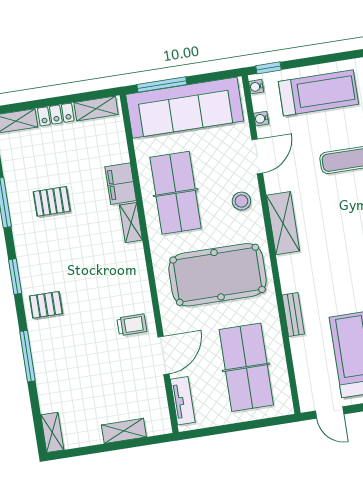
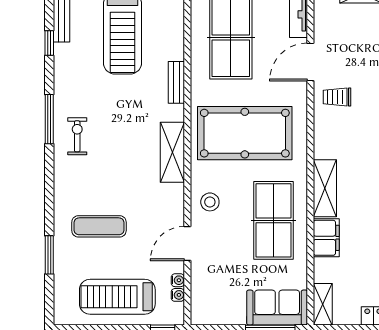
water cooler: (256, 87) -> (178, 295), moved
shelving: (96, 108) -> (323, 304), moved, turned 90
sofa: (185, 108) -> (277, 307), width x0.54, depth x0.79
shelving: (131, 223) -> (325, 188), width x1.50, depth x1.33
shelving: (283, 223) -> (172, 152), moved

